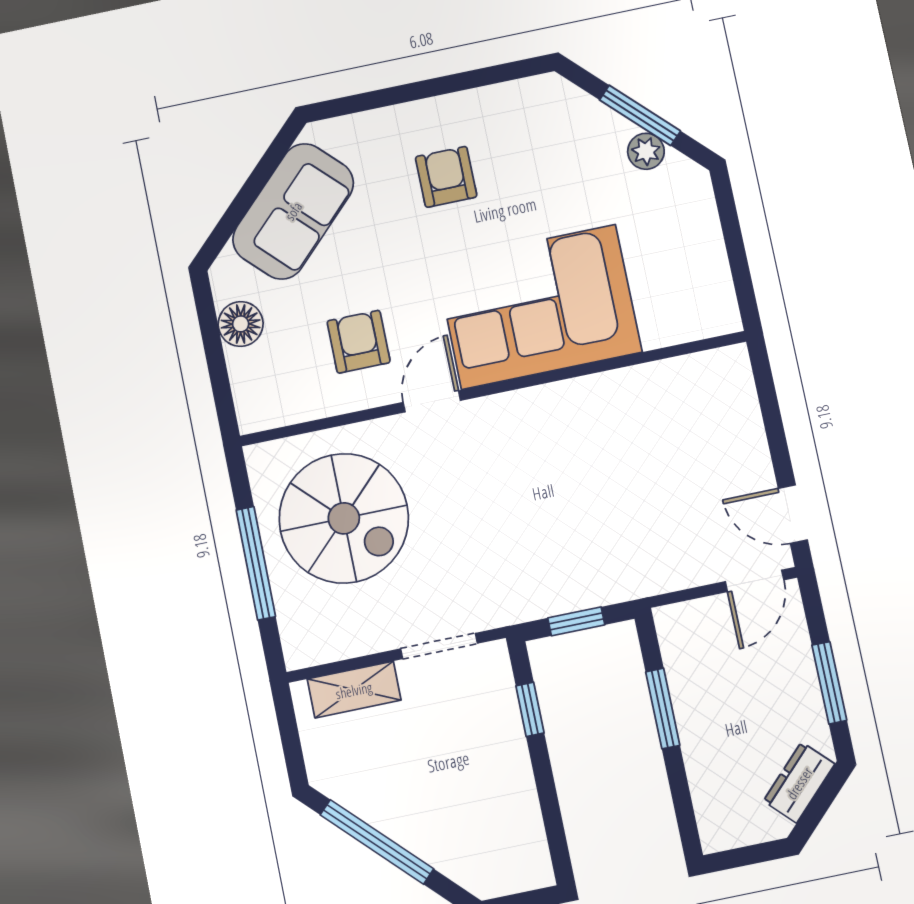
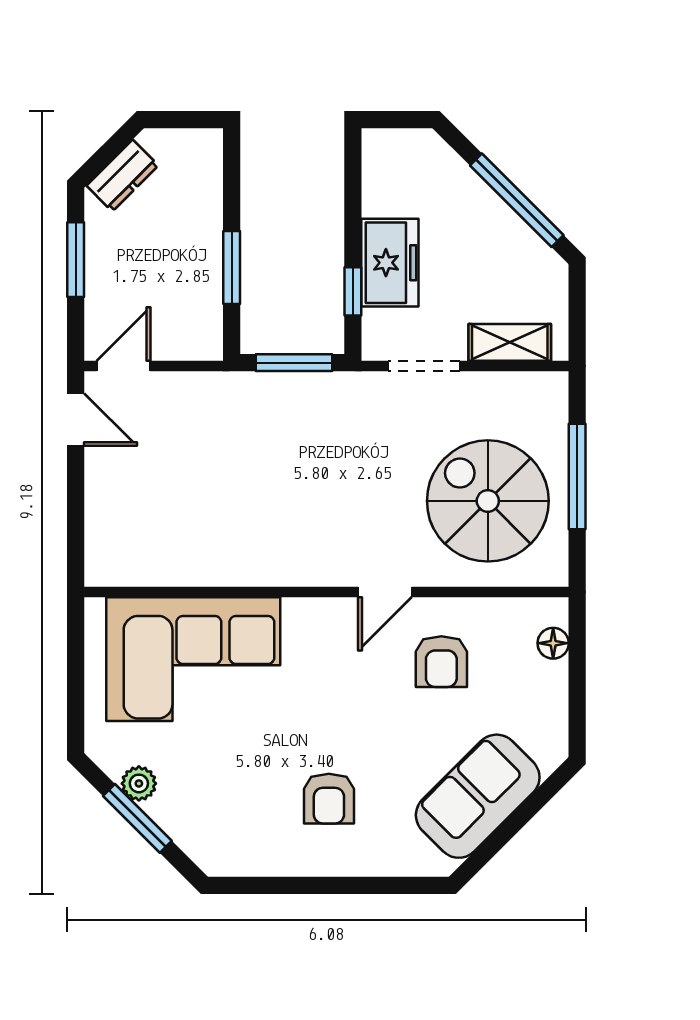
corner sofa: (539, 307) -> (193, 659), moved
floor lamp: (241, 324) -> (553, 643), moved, width x0.73, depth x0.73
window: (576, 621) -> (294, 363), width x1.50
freezer: (497, 748) -> (390, 263), added

